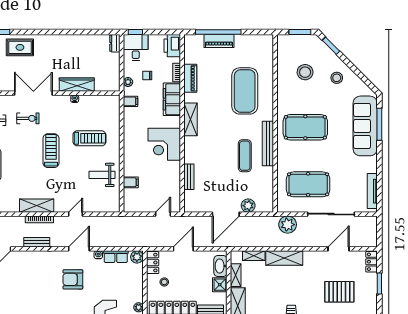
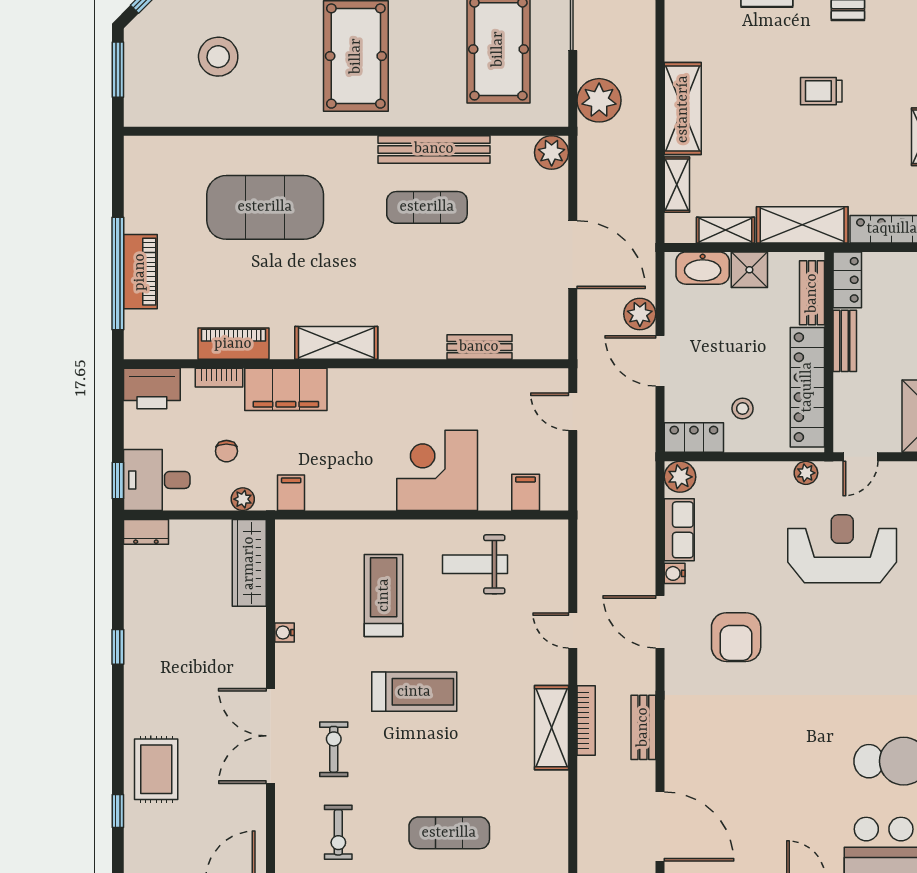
window: (69, 32) -> (118, 647), added
wardrobe: (77, 85) -> (249, 563), moved
bench: (268, 143) -> (434, 149), moved
corner desk: (164, 144) -> (437, 470), moved, turned 180
treadmill: (51, 151) -> (414, 692), turned 180
weight bench: (102, 175) -> (475, 564), turned 90
filing cabinet: (131, 182) -> (526, 492), moved
plant: (248, 206) -> (552, 153), moved
plant: (202, 241) -> (640, 314), added

